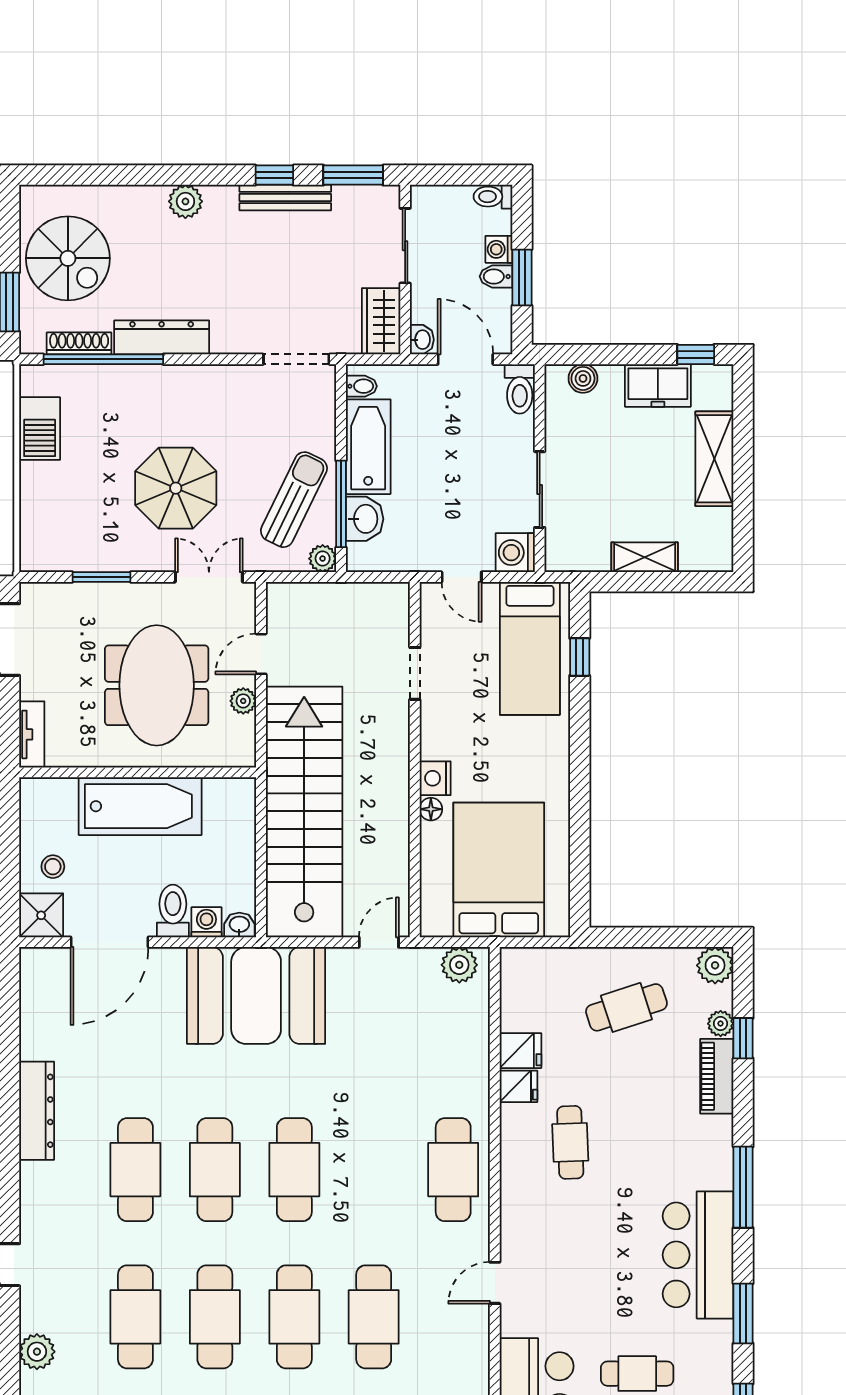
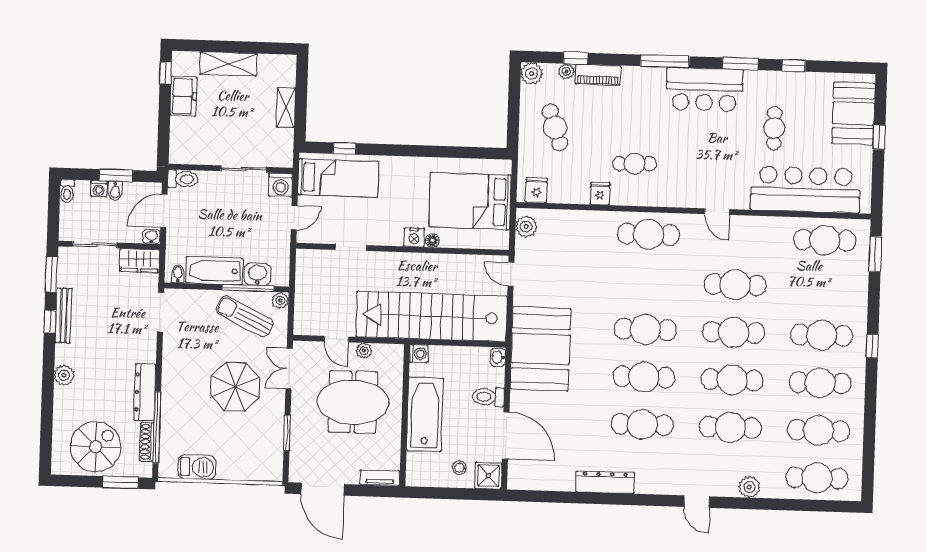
boiler: (583, 378) -> (178, 141), removed
washing machine: (206, 922) -> (419, 354), moved, turned 180
fridge: (520, 1051) -> (536, 190), moved

